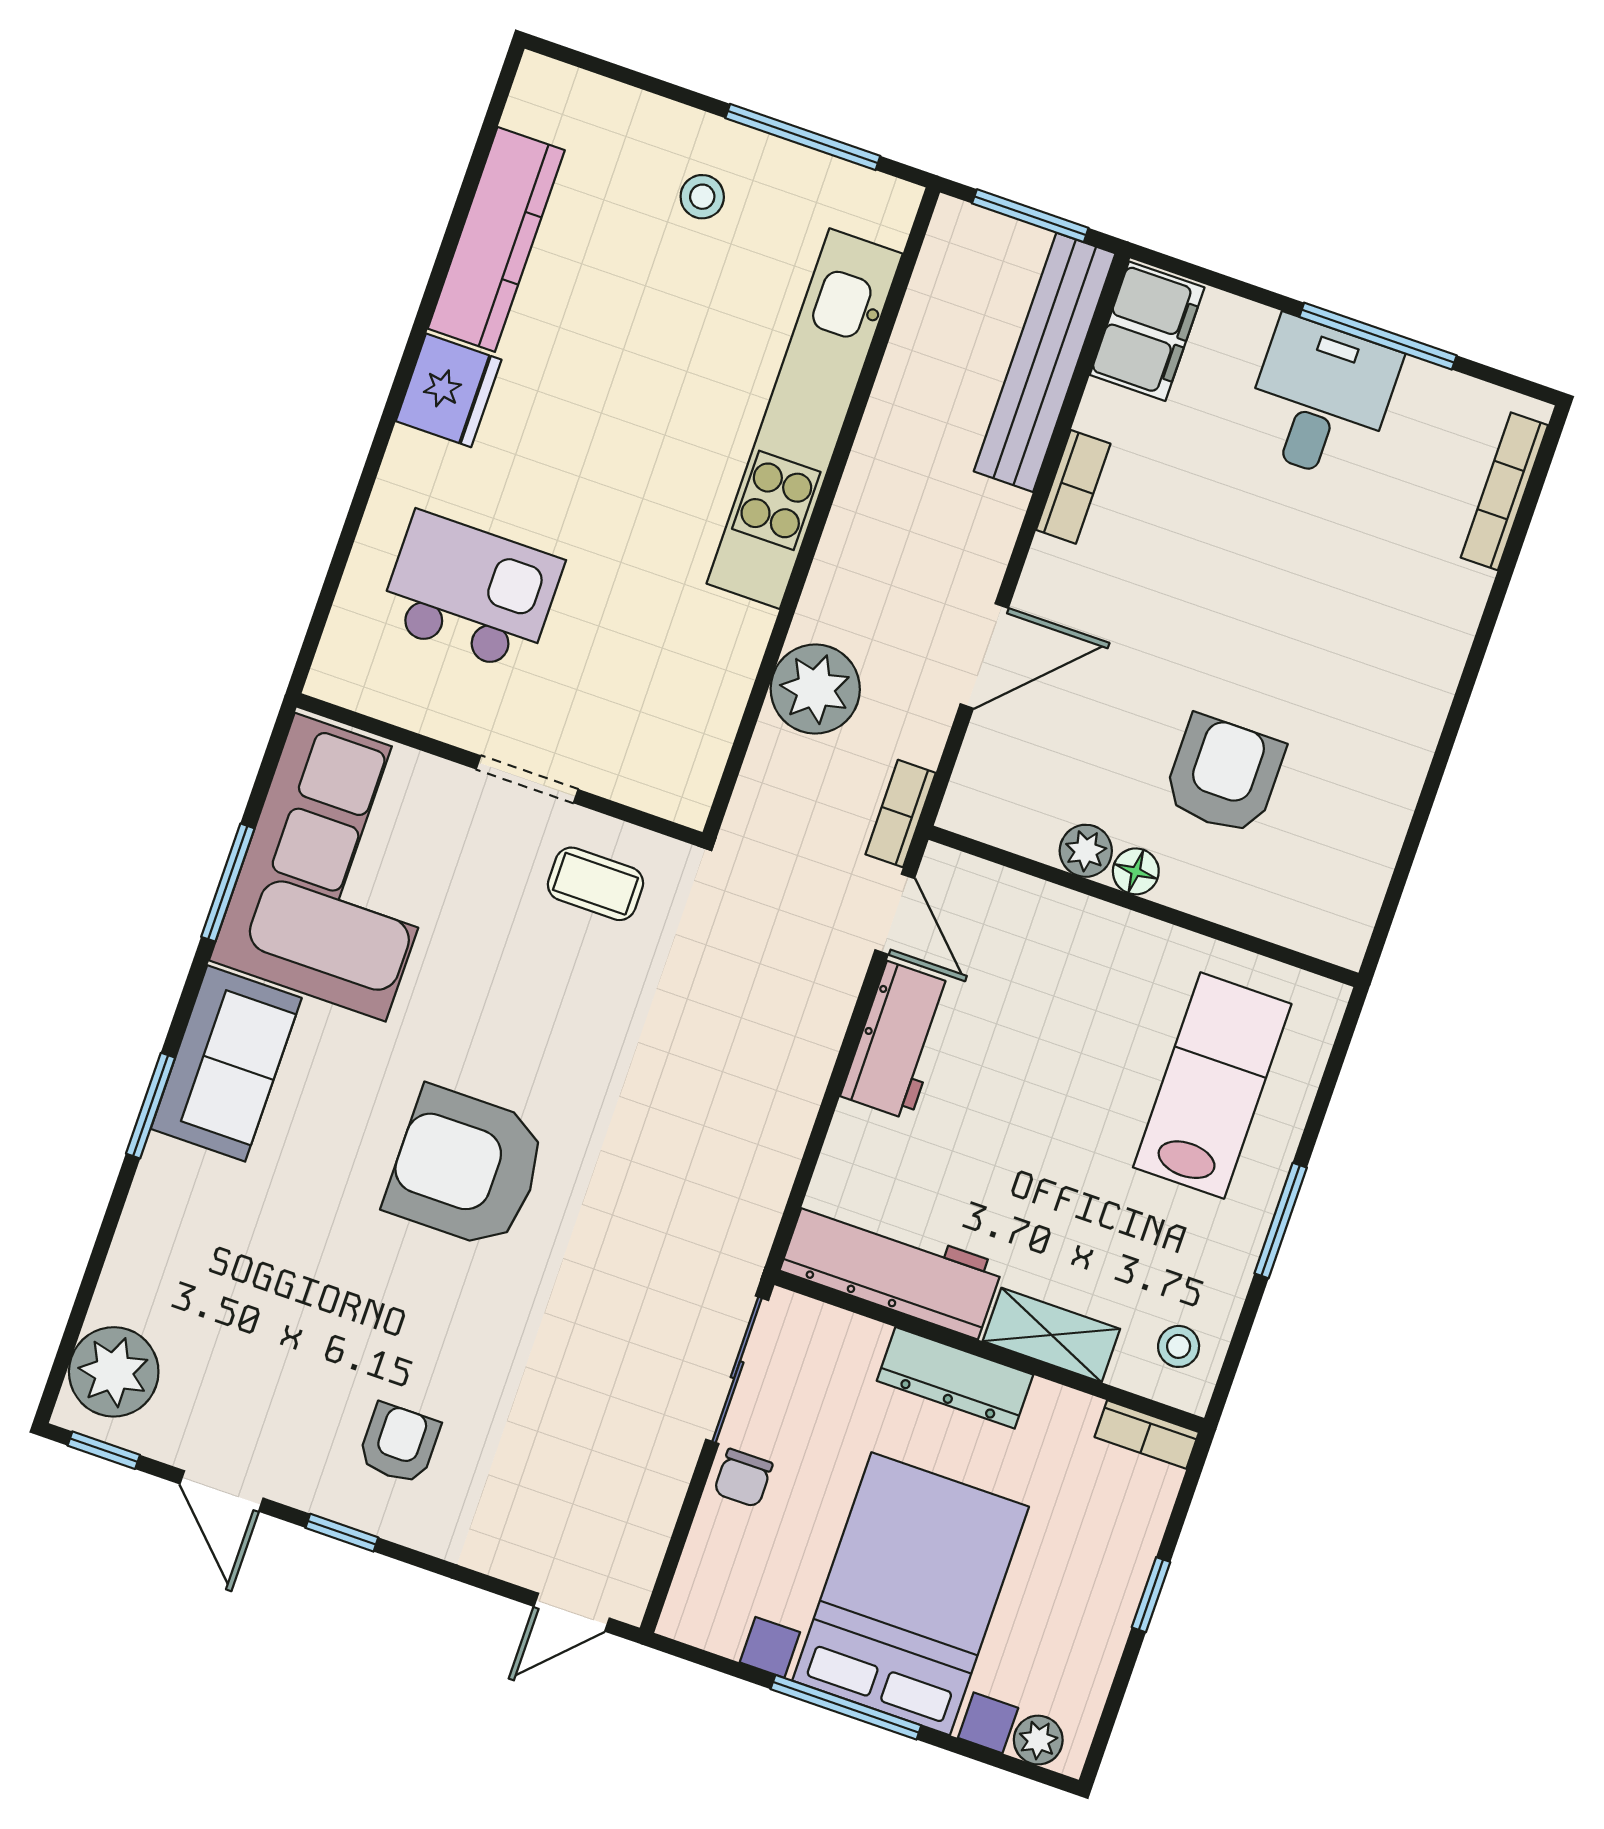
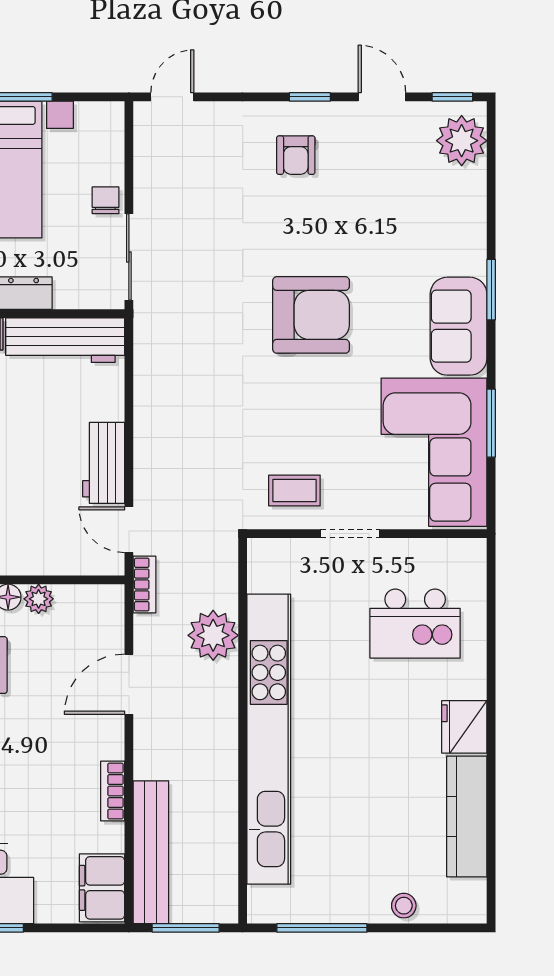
stool: (702, 197) -> (404, 906), moved
kitchen unit: (805, 419) -> (269, 739), width x1.36

